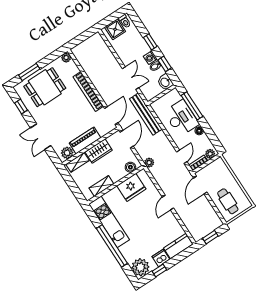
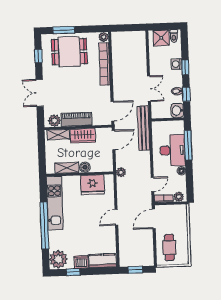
washing machine: (150, 58) -> (176, 64), moved
bookcase: (88, 91) -> (104, 64), moved
boiler: (130, 167) -> (85, 167), moved

